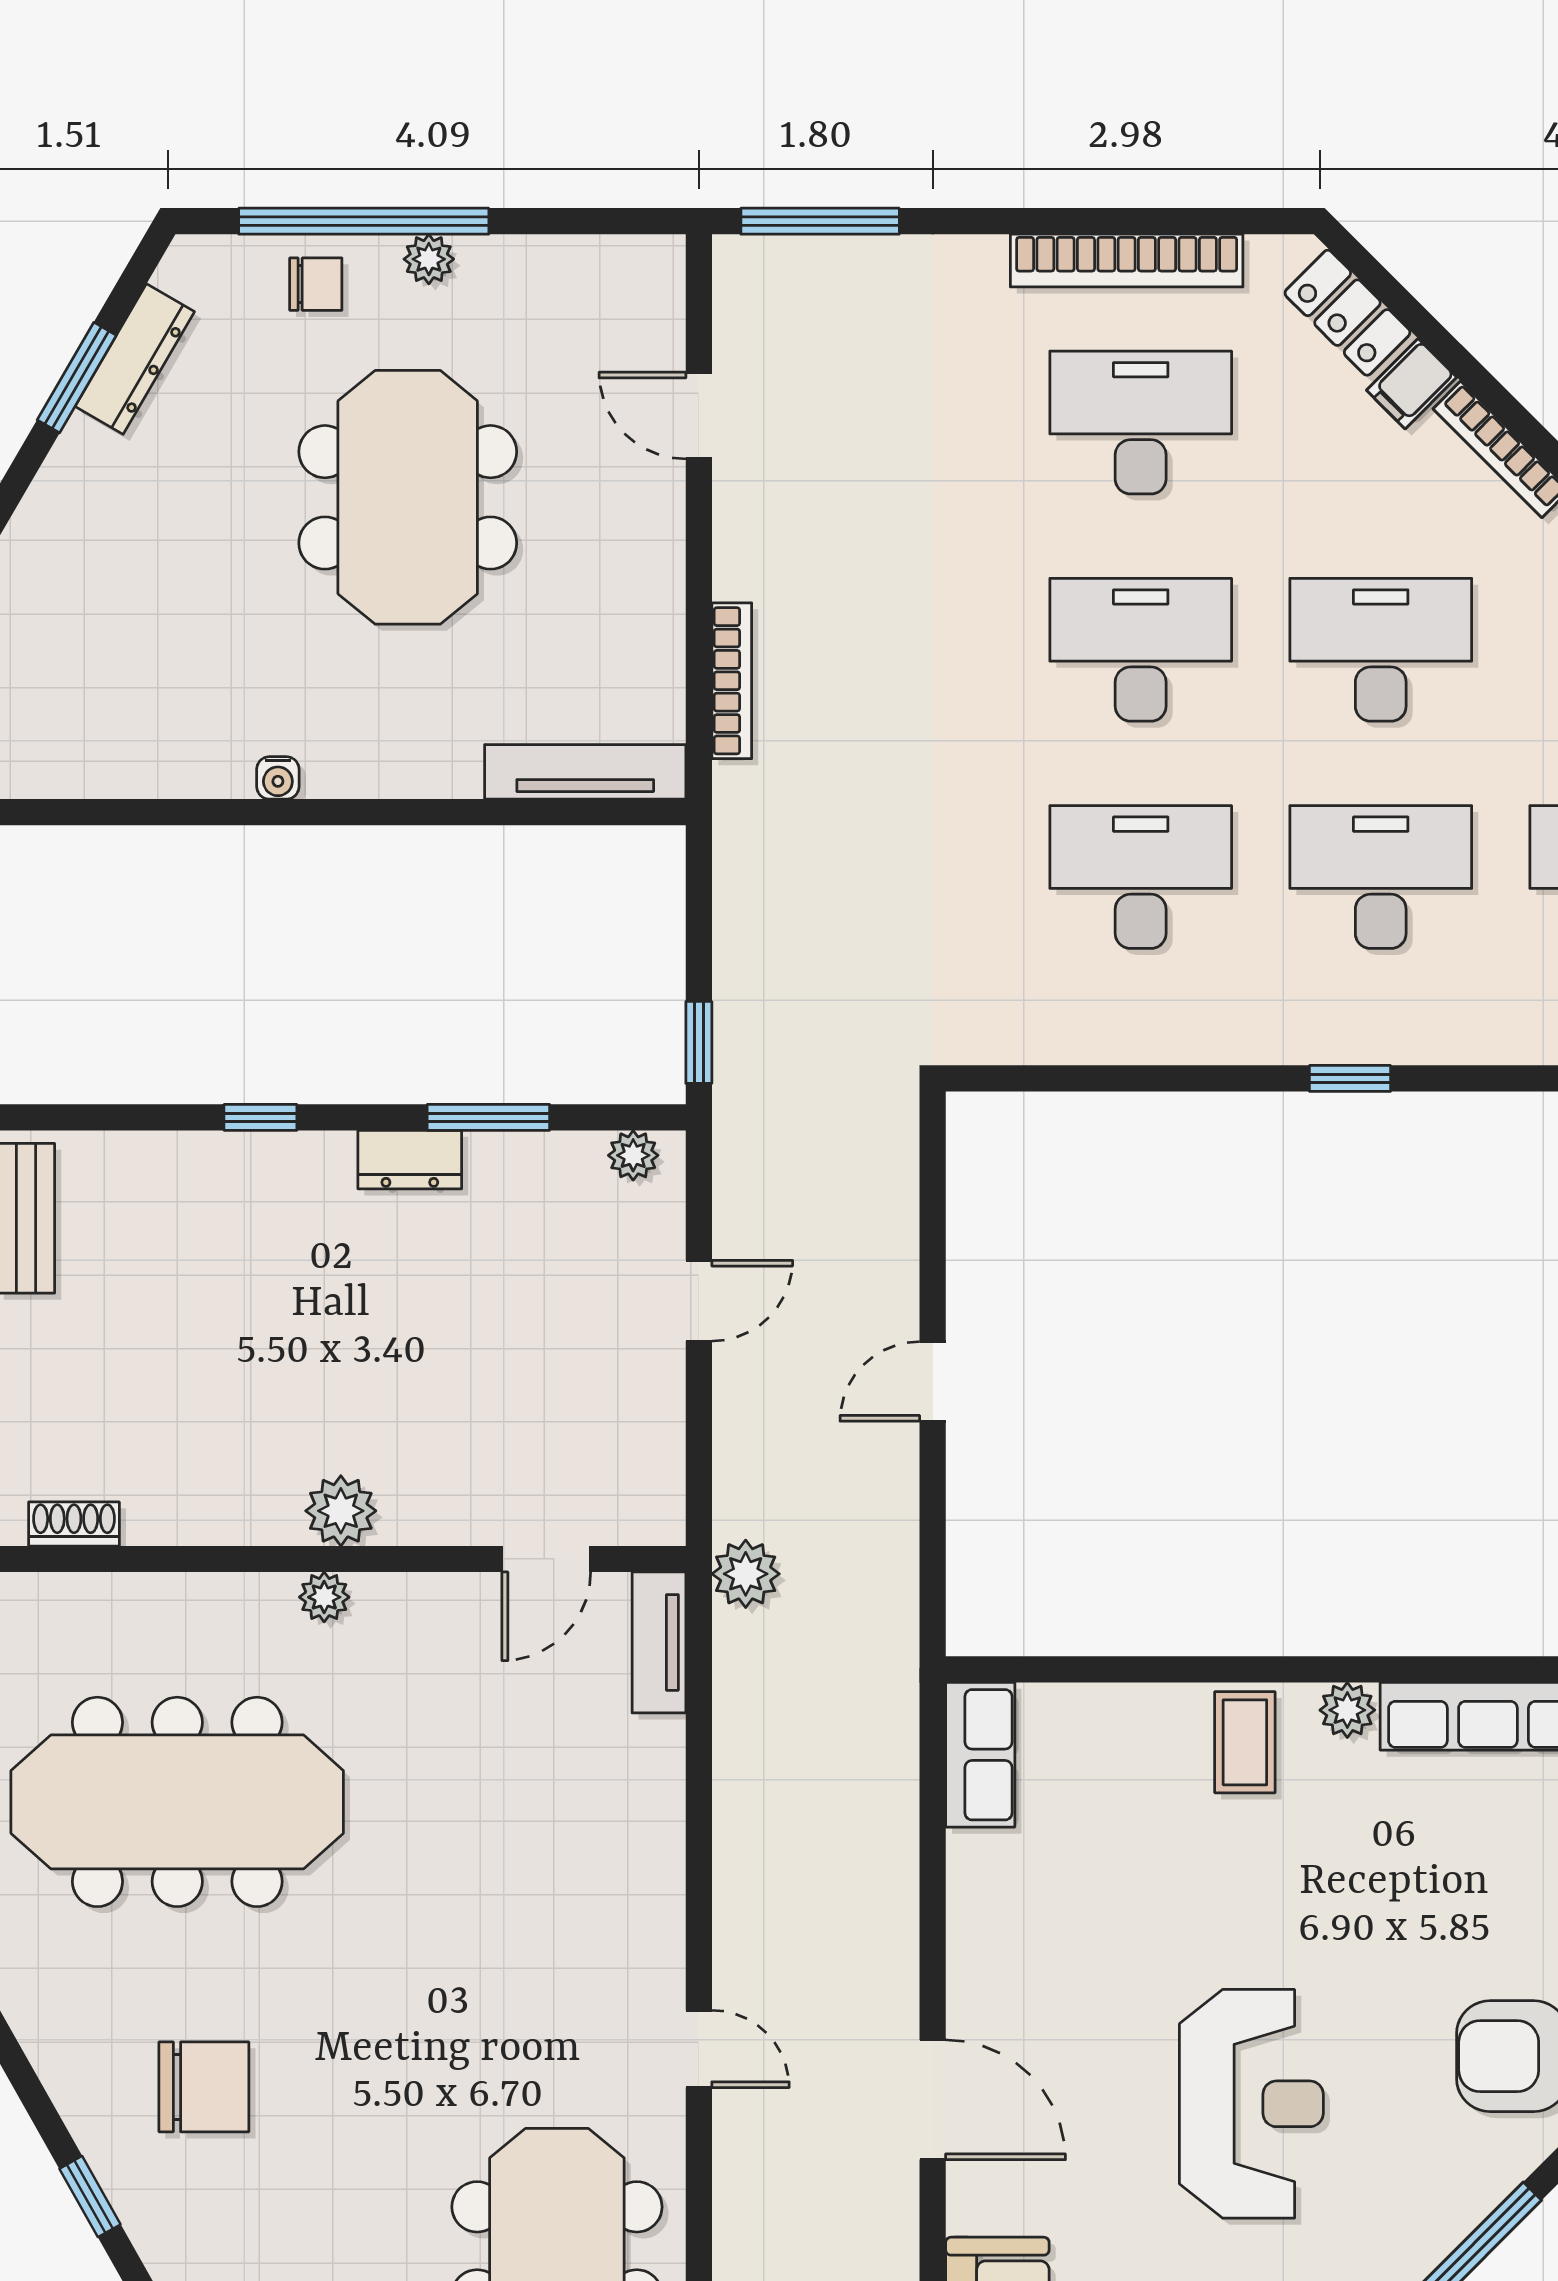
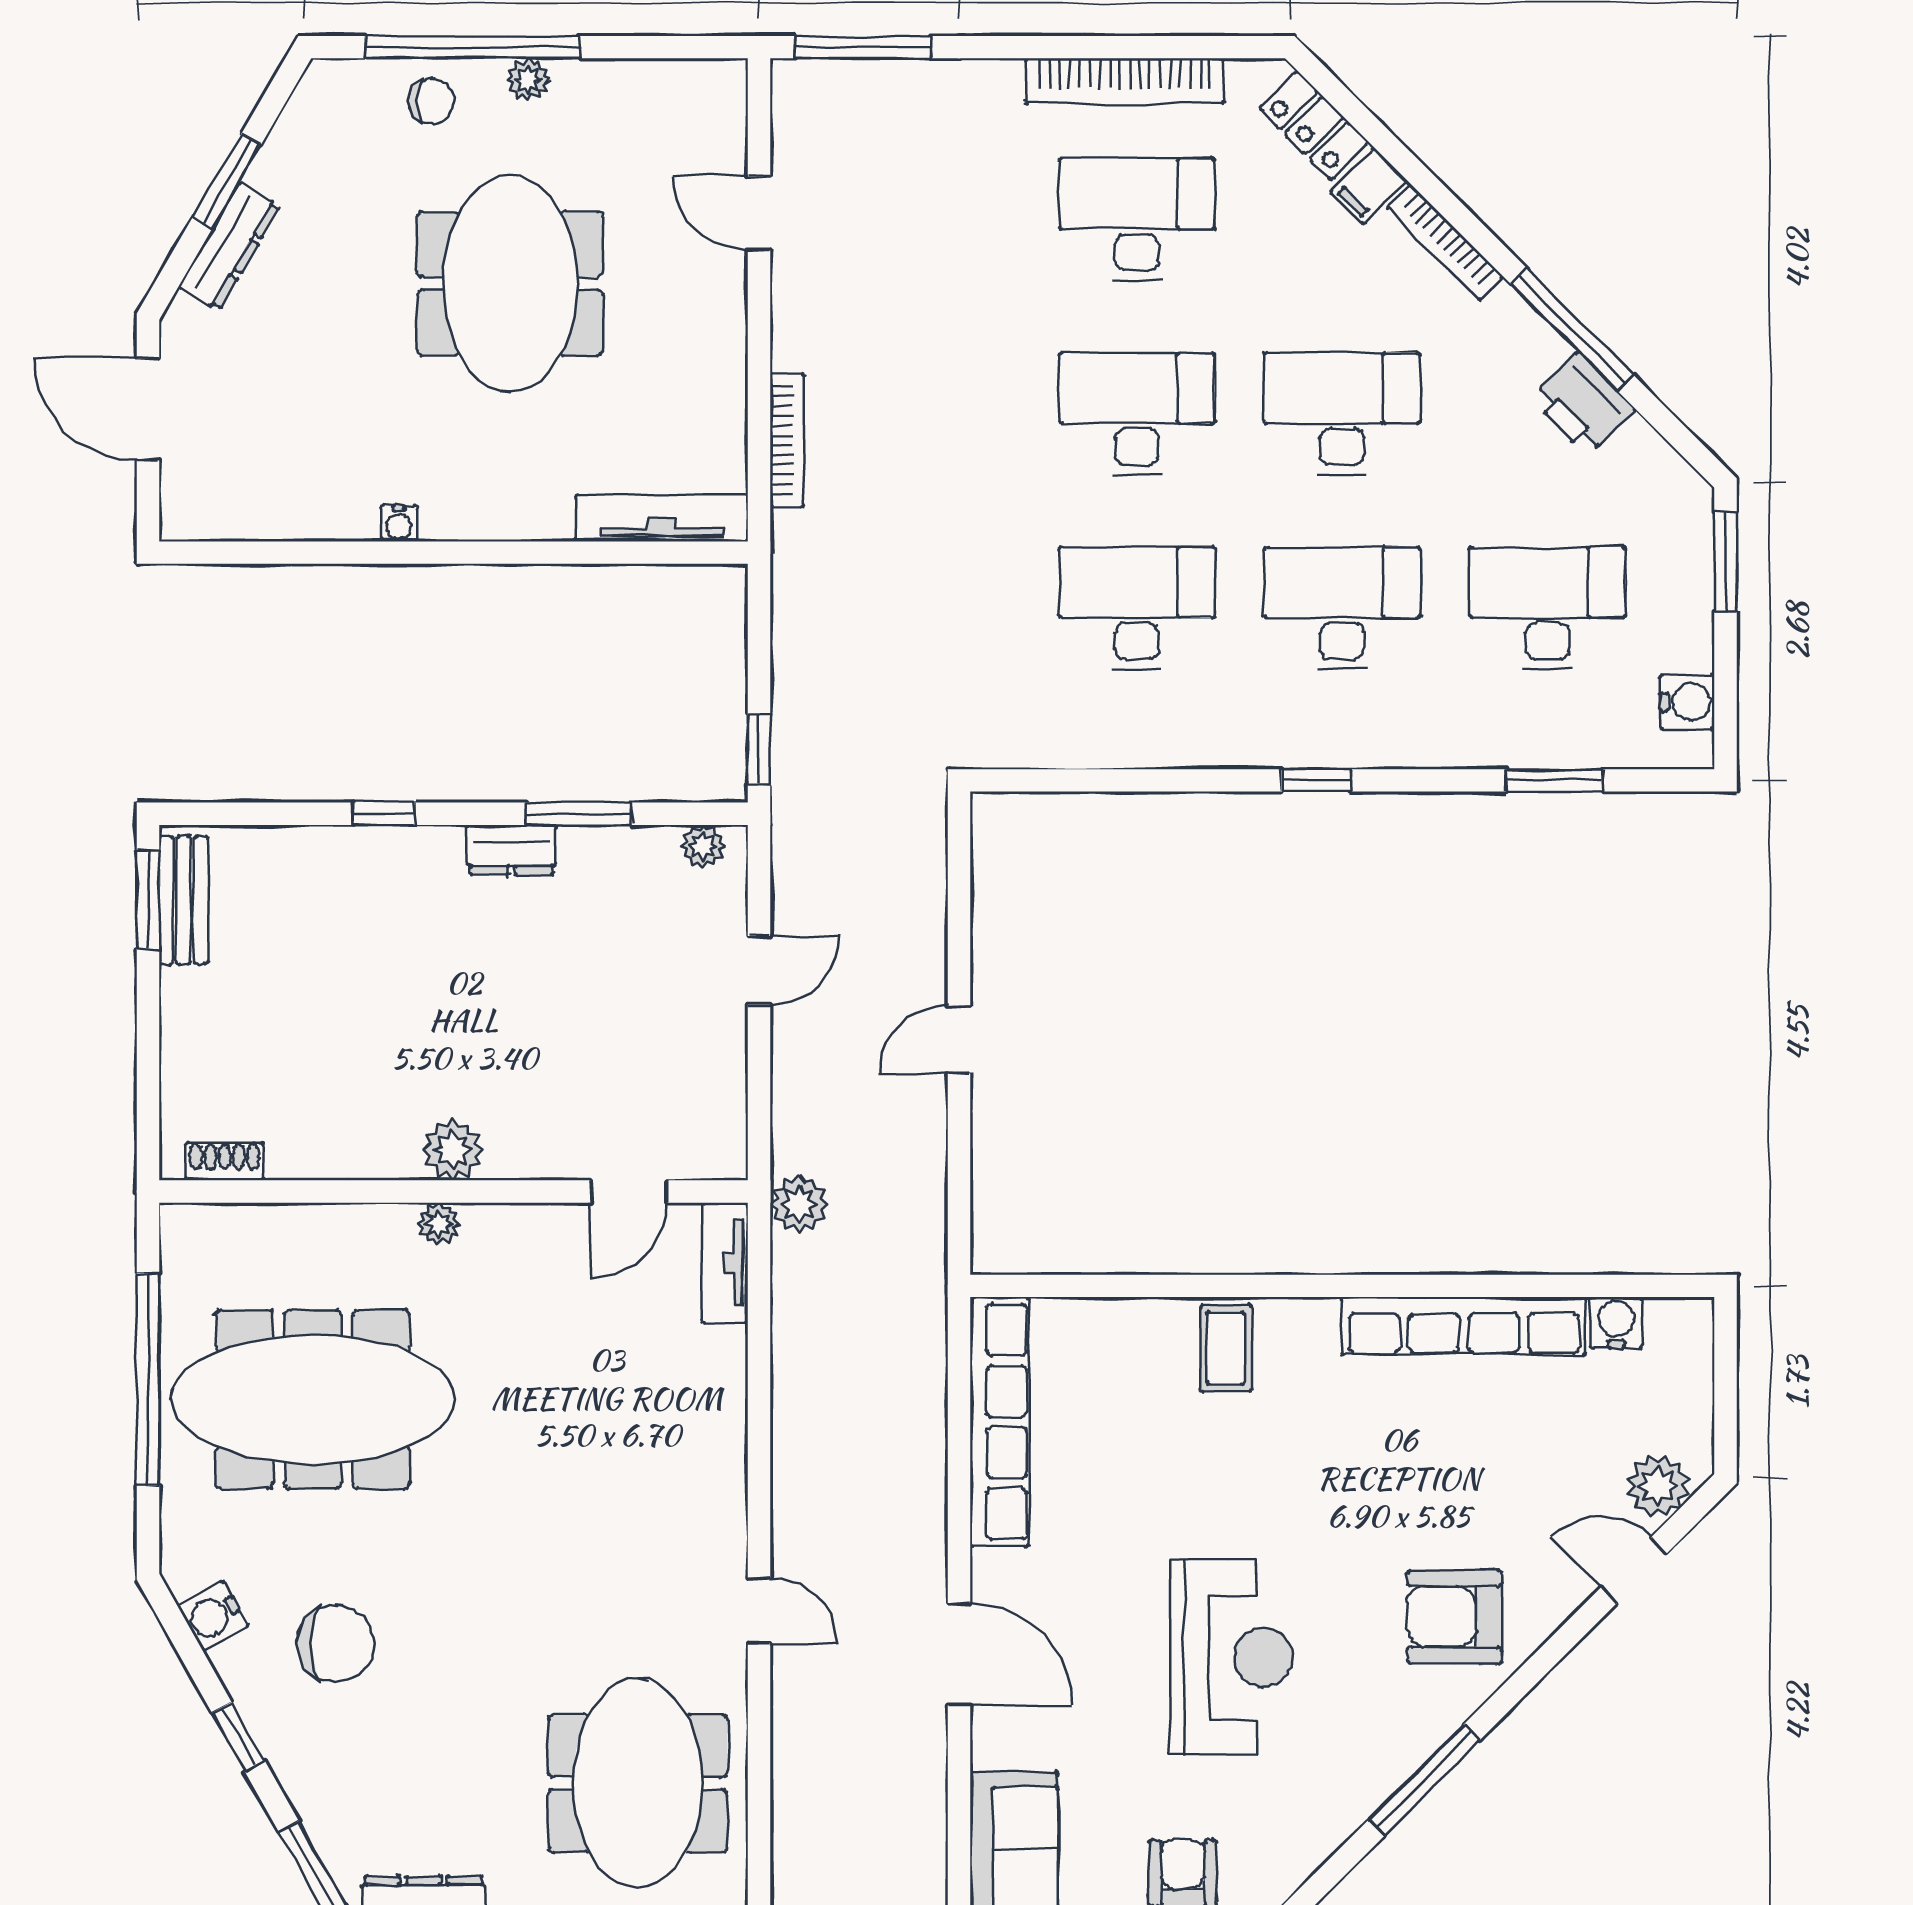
dresser: (135, 359) -> (229, 246), moved
plant: (1347, 1710) -> (1314, 1321), removed
row of seats: (980, 1755) -> (1000, 1422), width x2.02
water cooler: (60, 2055) -> (213, 1616), added

